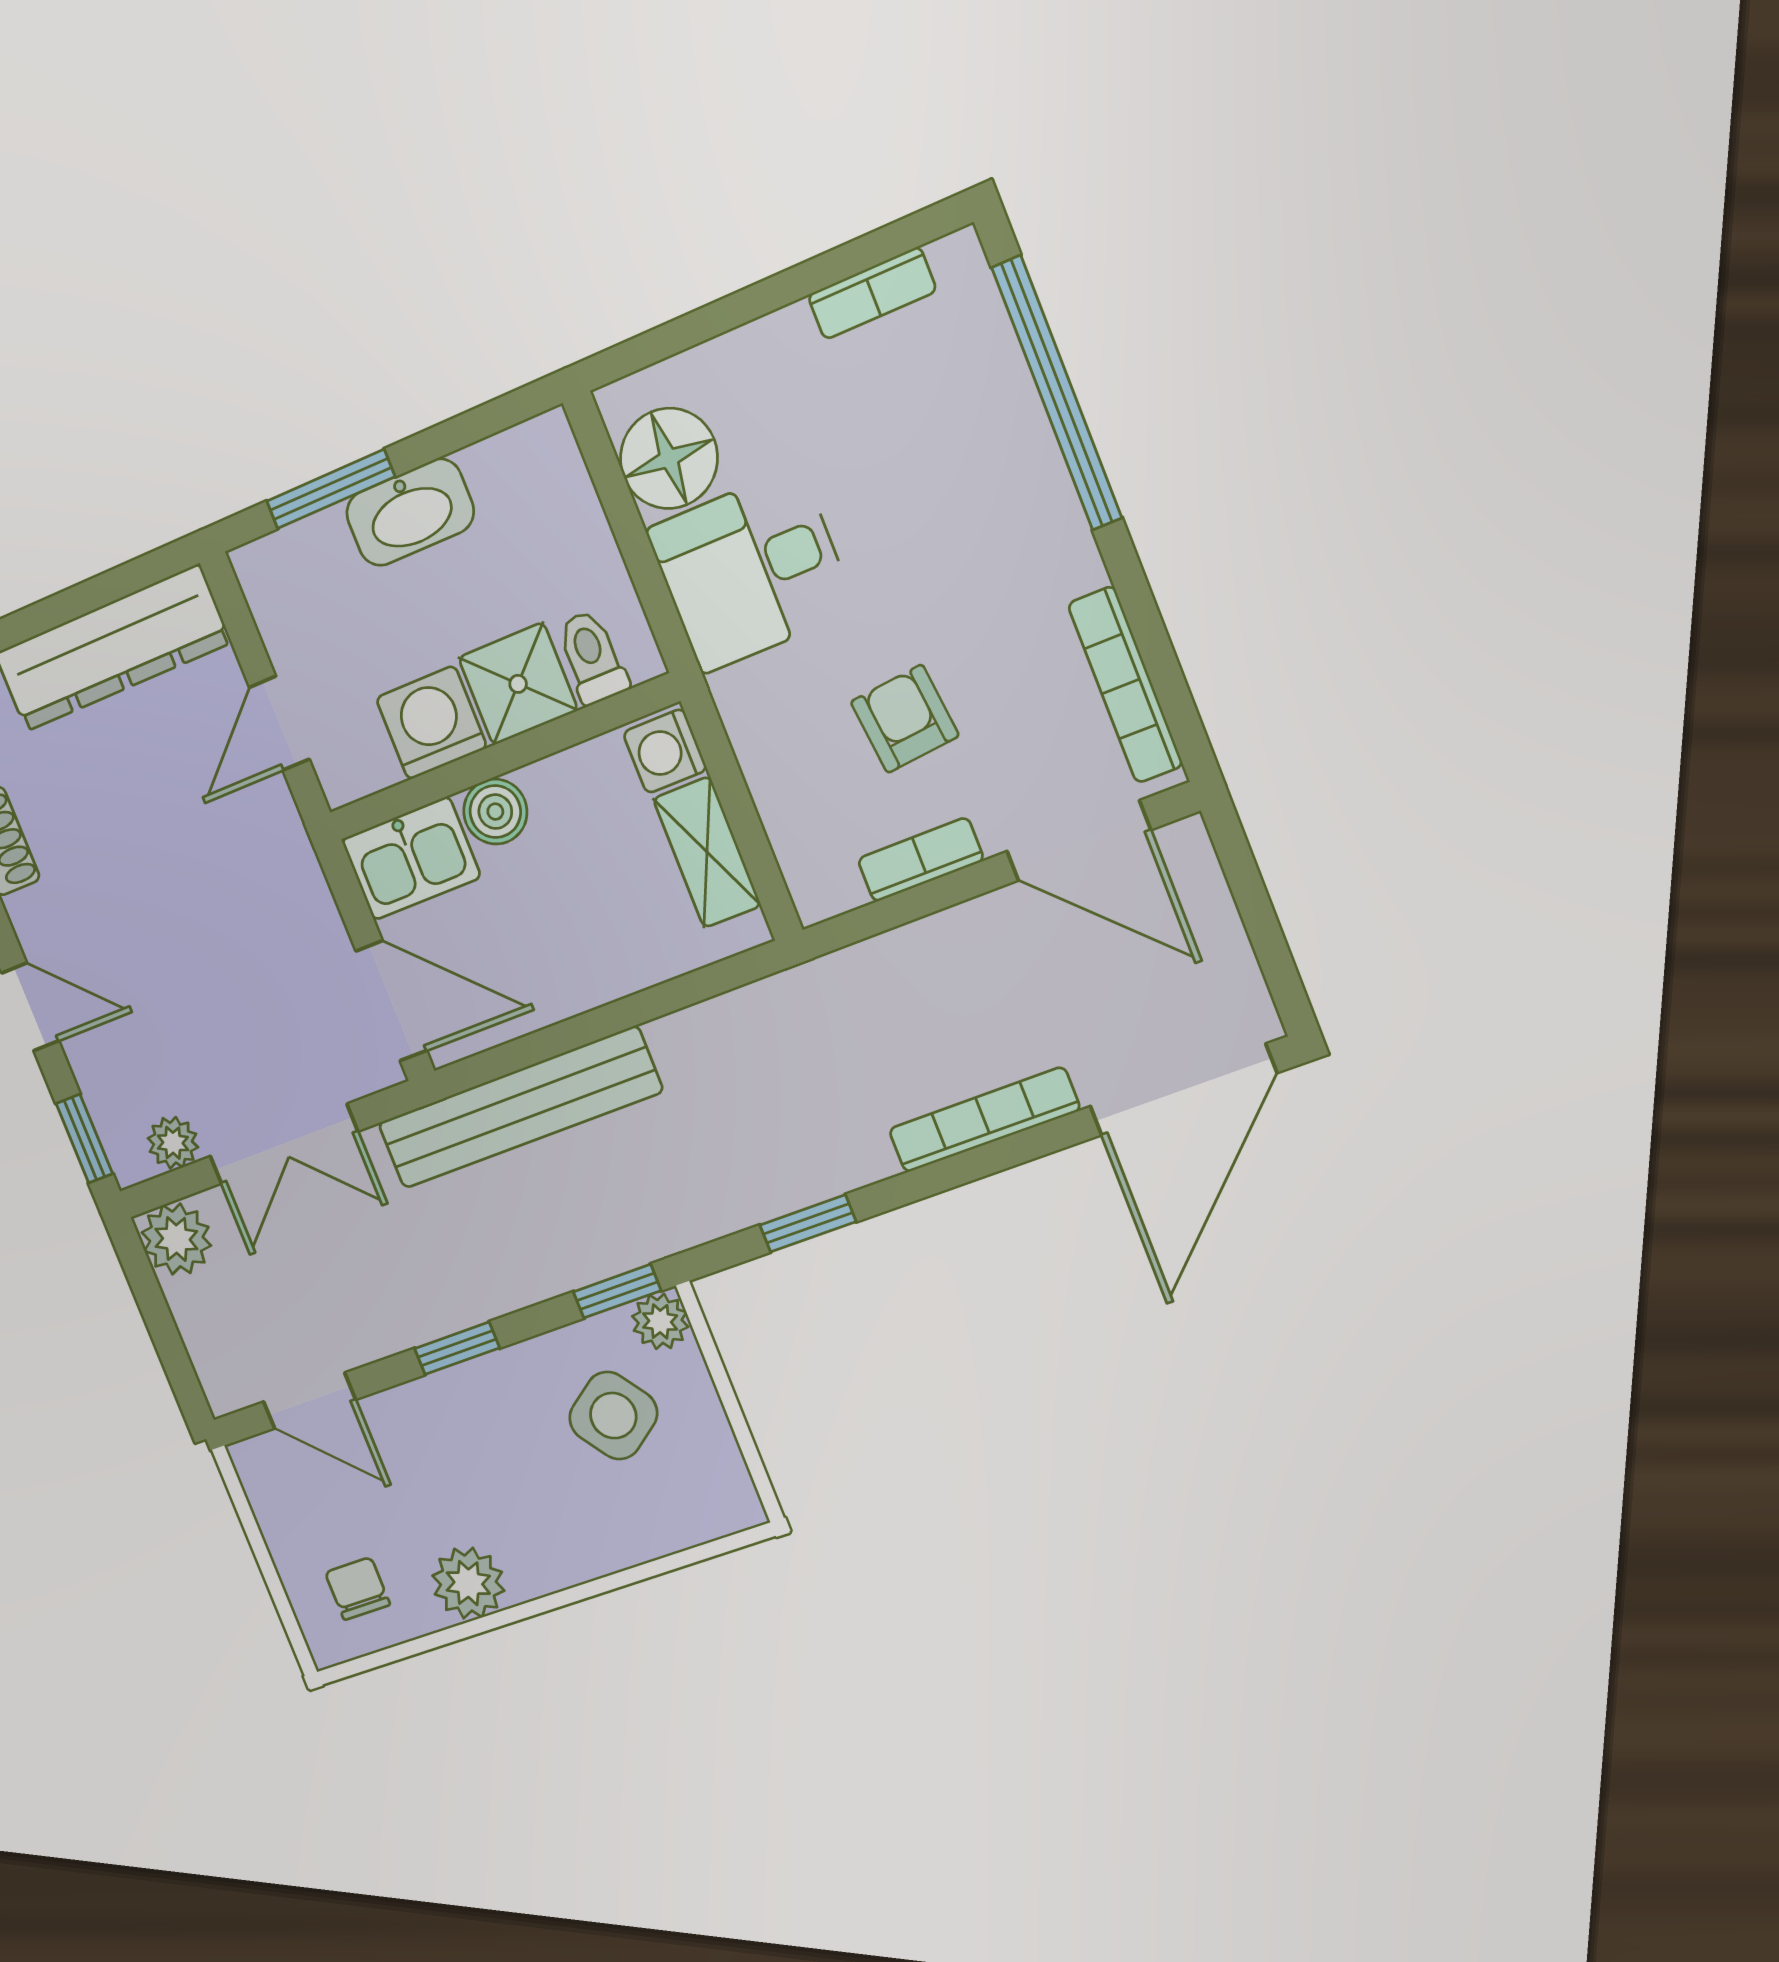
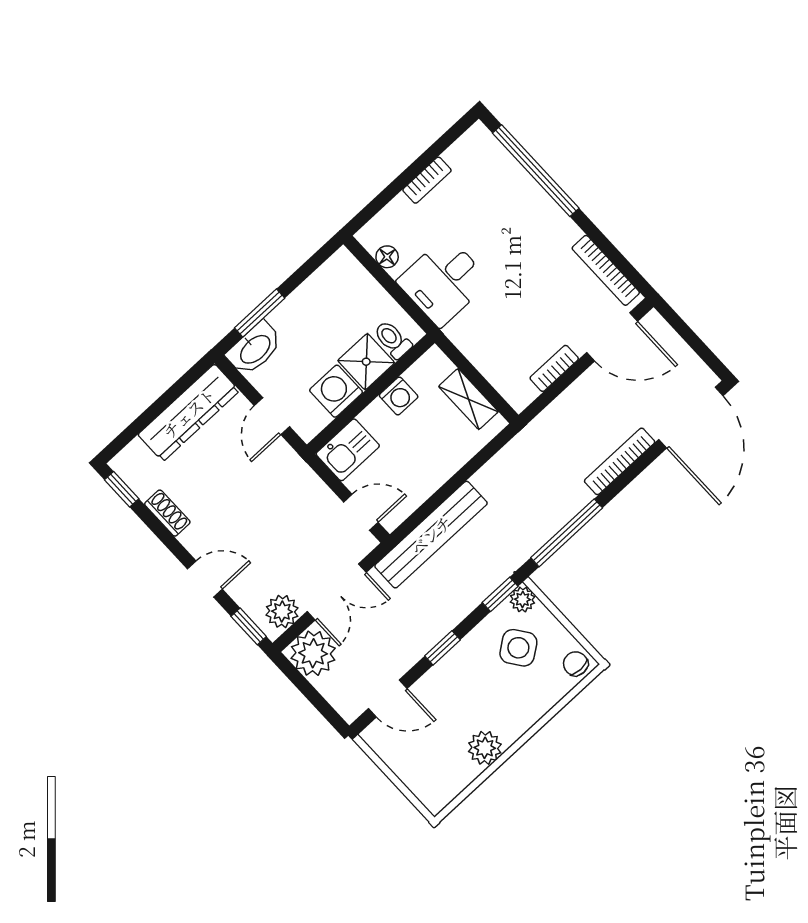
bookcase: (872, 293) -> (427, 180), moved
floor lamp: (669, 458) -> (387, 257), width x0.53, depth x0.53
washbasin: (410, 512) -> (255, 349), moved
armchair: (905, 719) -> (526, 316), removed
washing machine: (665, 751) -> (399, 396), moved, turned -90
boiler: (495, 812) -> (376, 417), removed
door: (391, 1001) -> (361, 512), width x0.73
plant: (173, 1143) -> (282, 611), width x1.38, depth x1.38
window: (808, 1223) -> (567, 533), width x2.17
plant: (176, 1239) -> (313, 653), width x1.36, depth x1.36
chair: (357, 1589) -> (576, 664), moved

